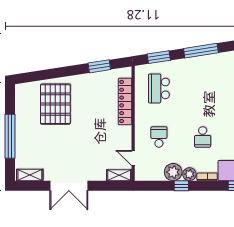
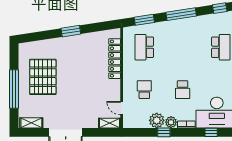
window: (99, 66) -> (71, 31), moved
pallet: (55, 104) -> (43, 77), moved

